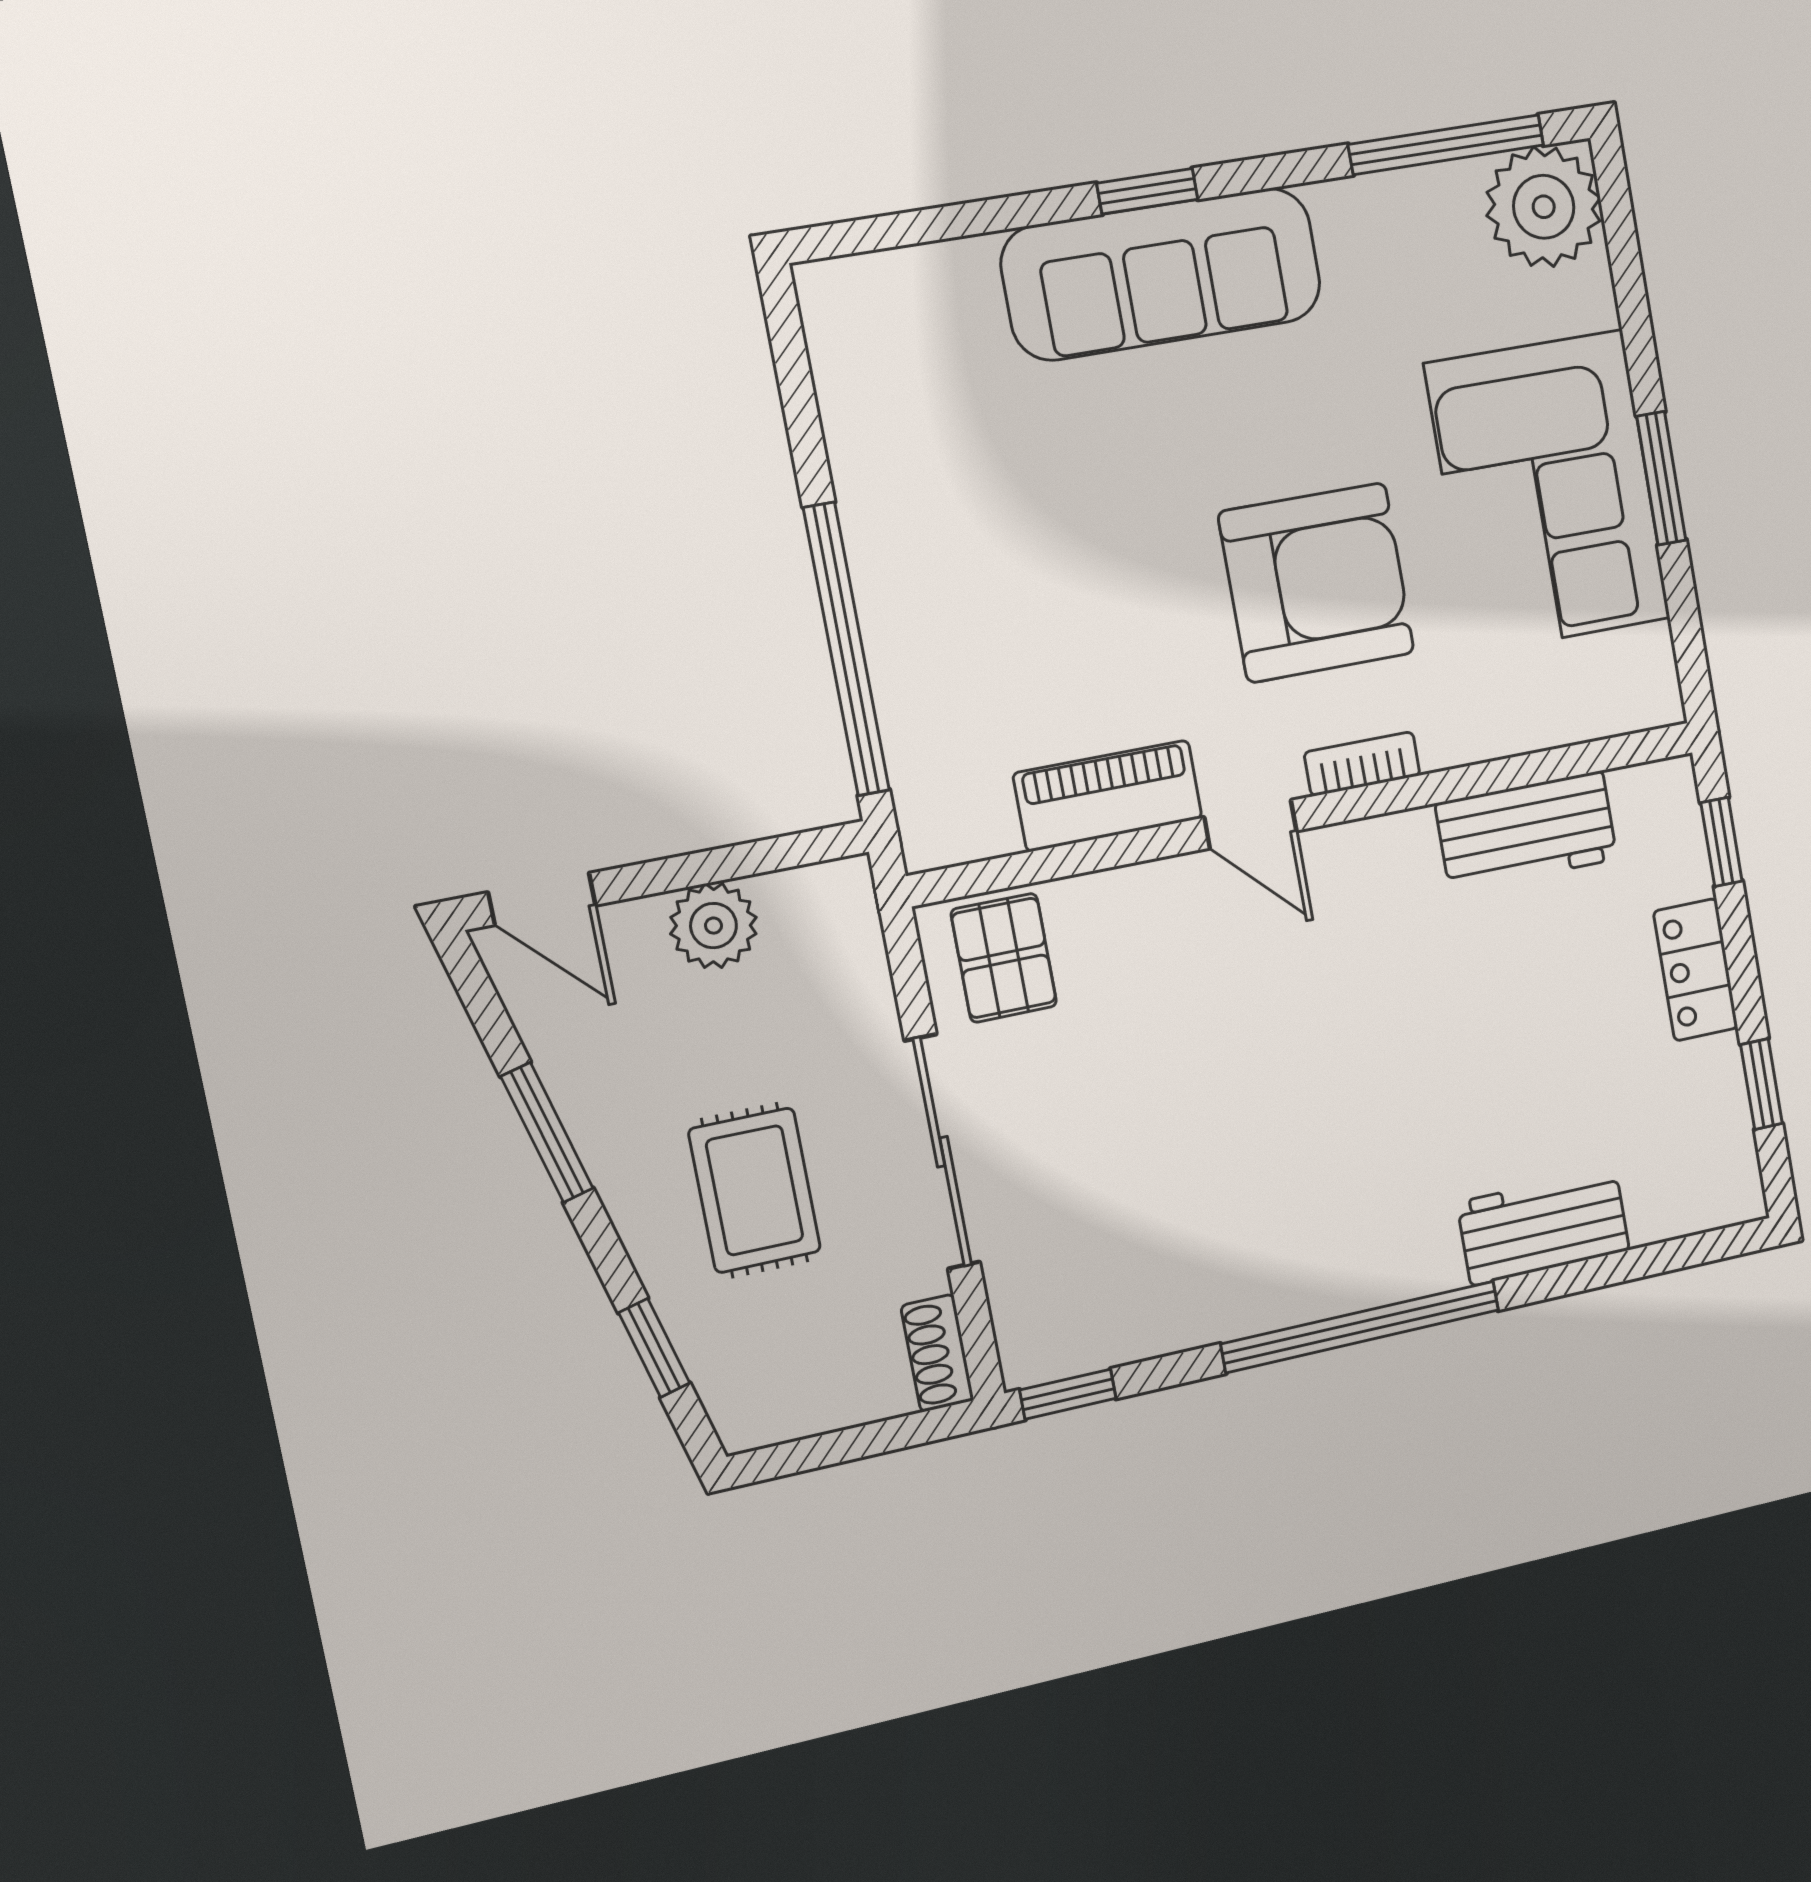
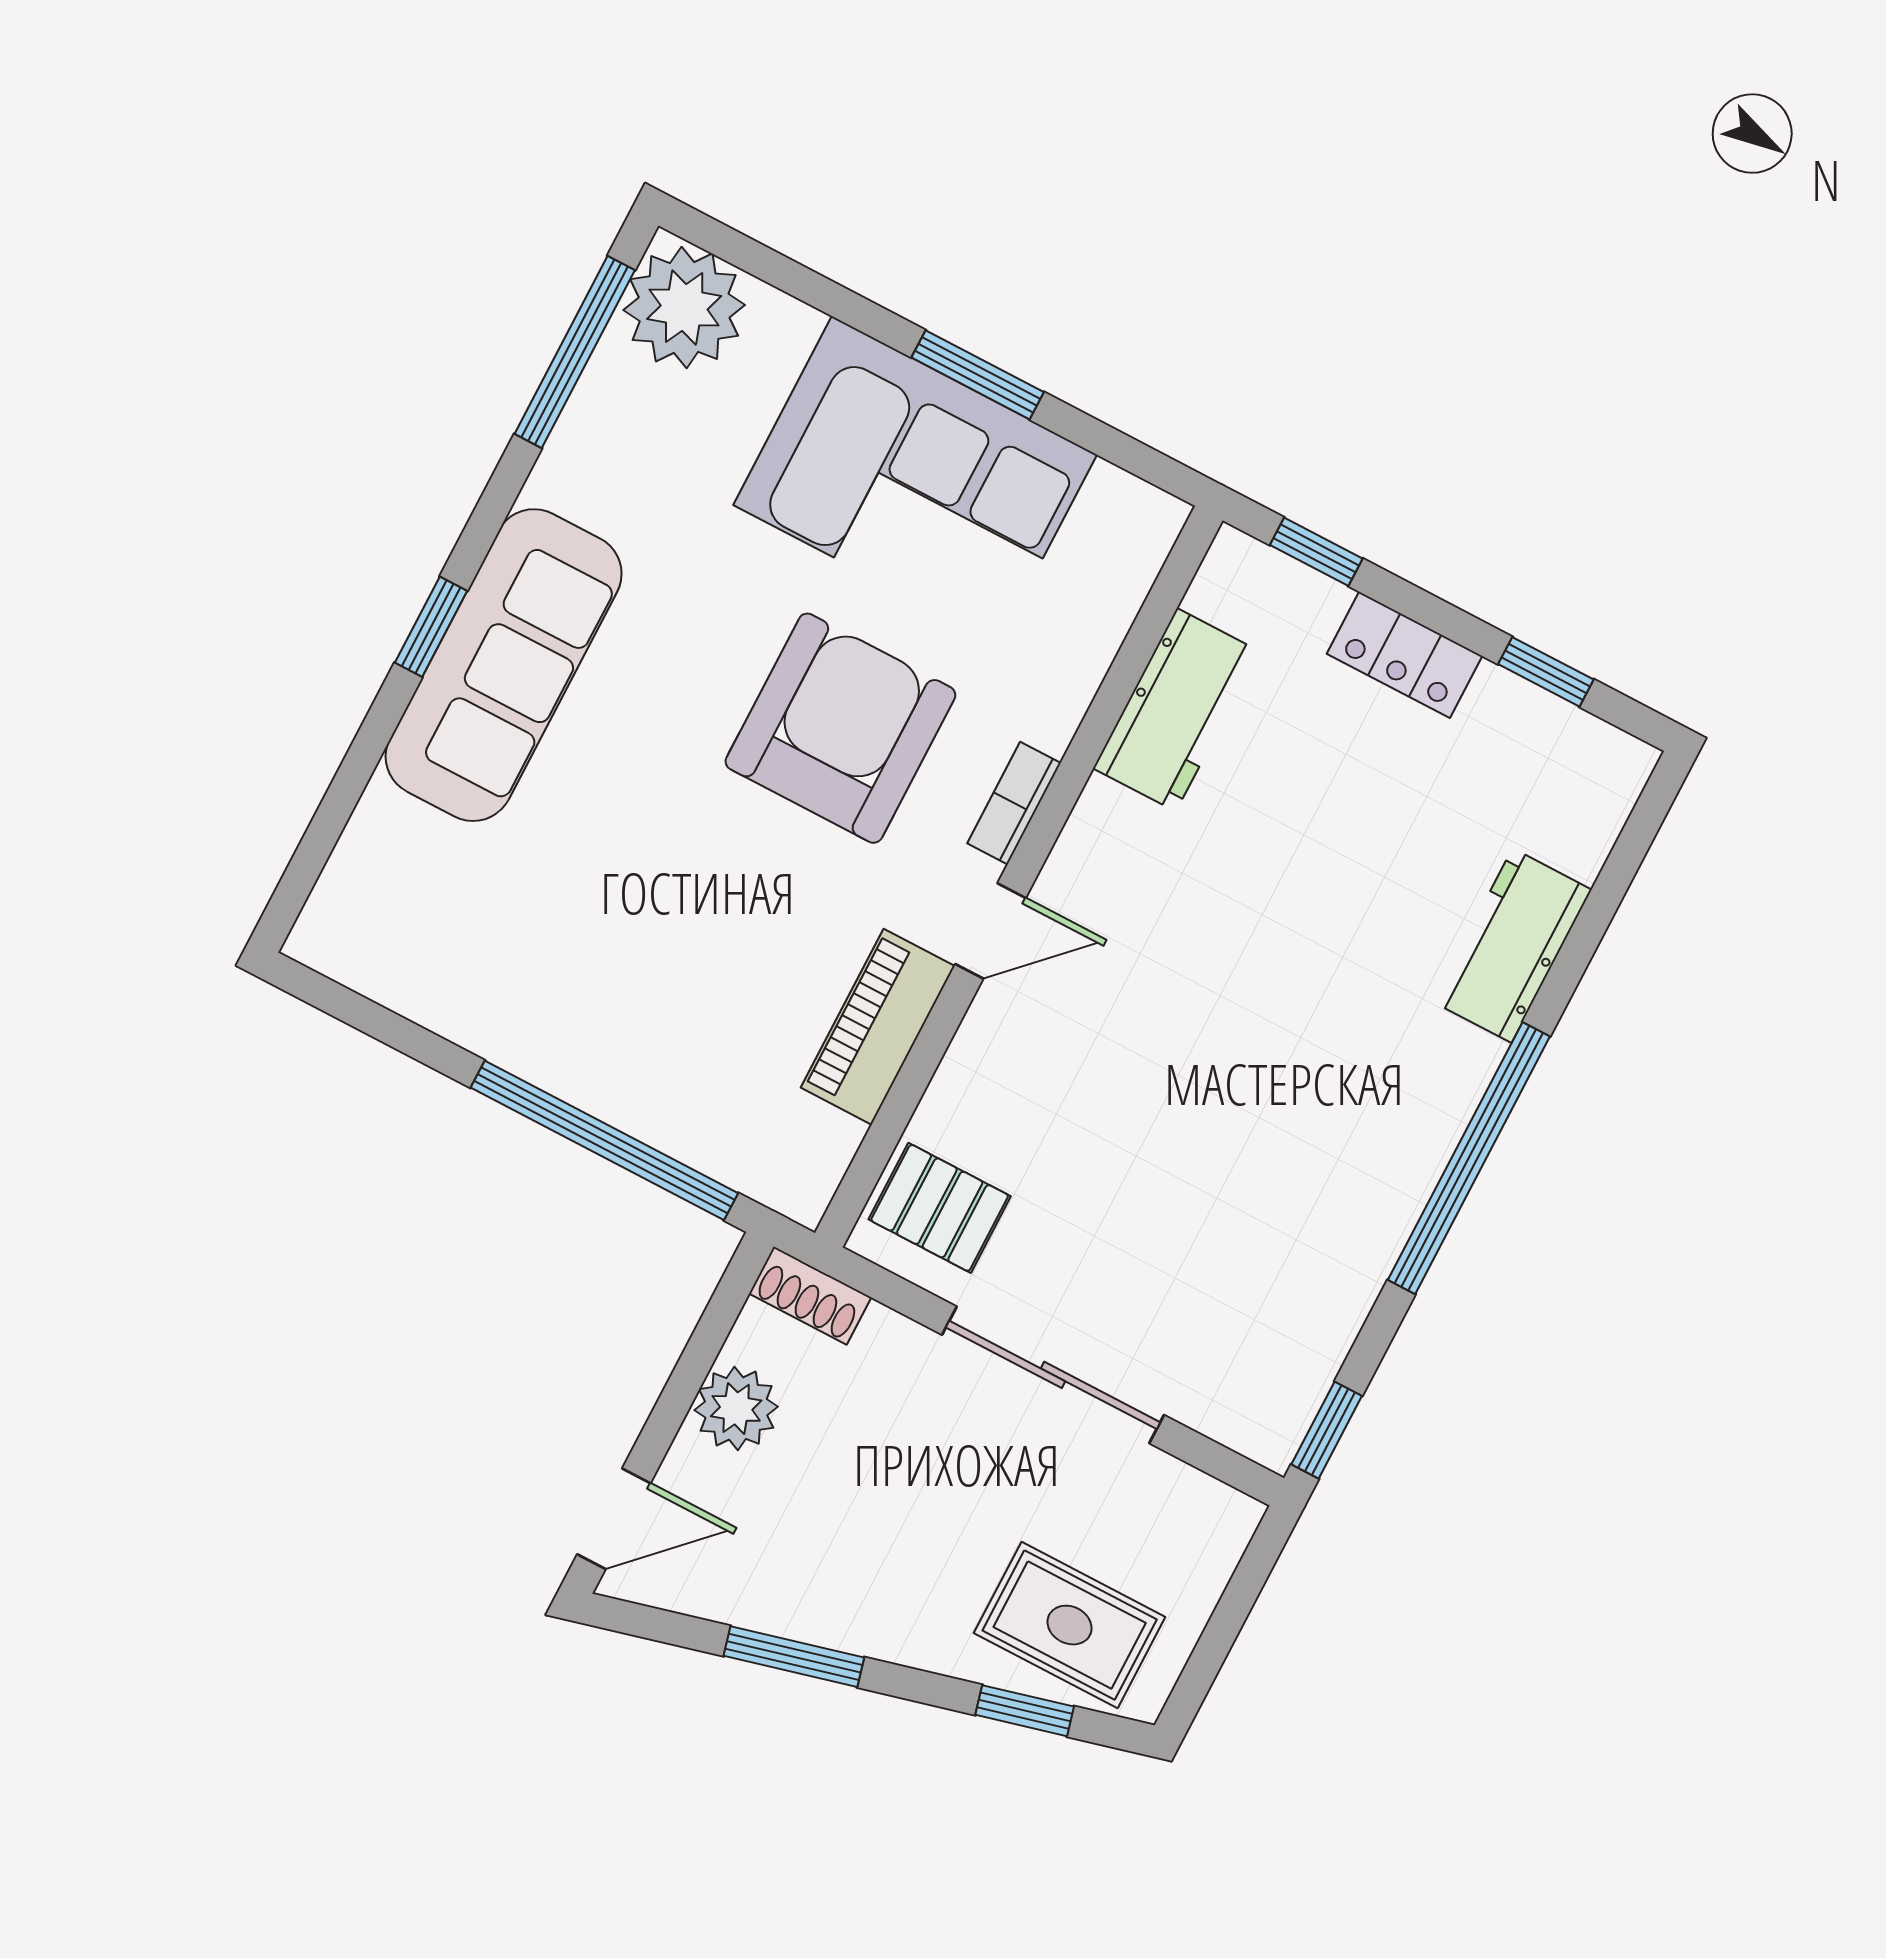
rug: (755, 1190) -> (1070, 1625), moved
shoe rack: (937, 1353) -> (810, 1296), moved

